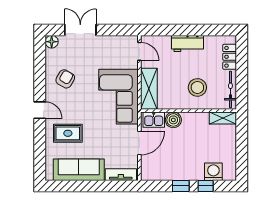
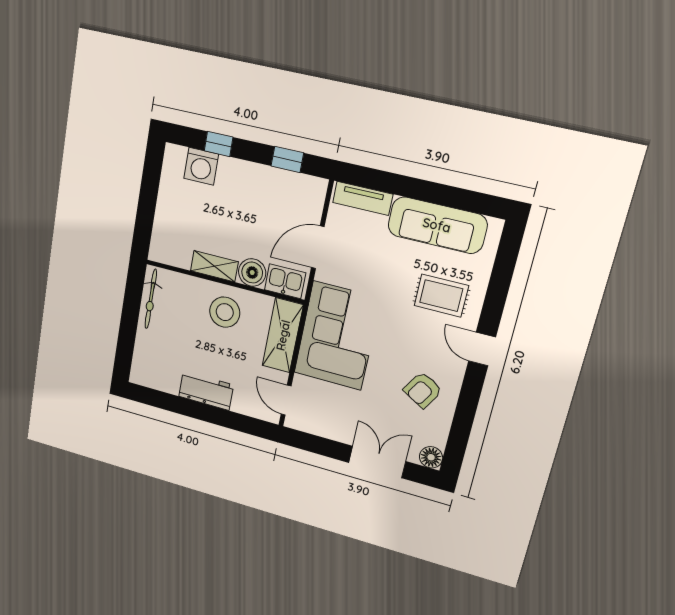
double door: (80, 30) -> (377, 462), swing flipped
locker: (230, 57) -> (144, 352), removed
stool: (197, 87) -> (225, 312), moved
shelving: (223, 118) -> (214, 266), moved
window: (181, 186) -> (287, 160), moved

